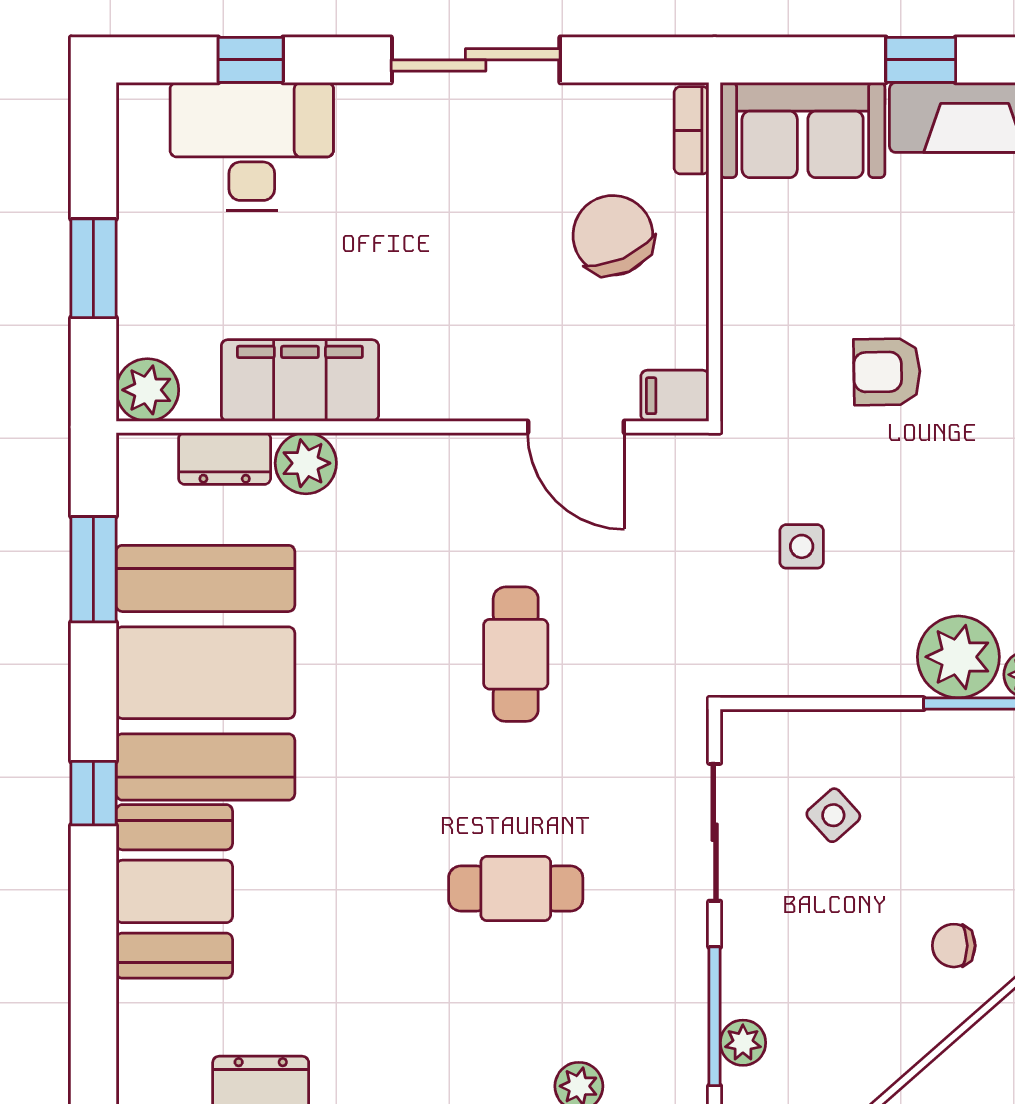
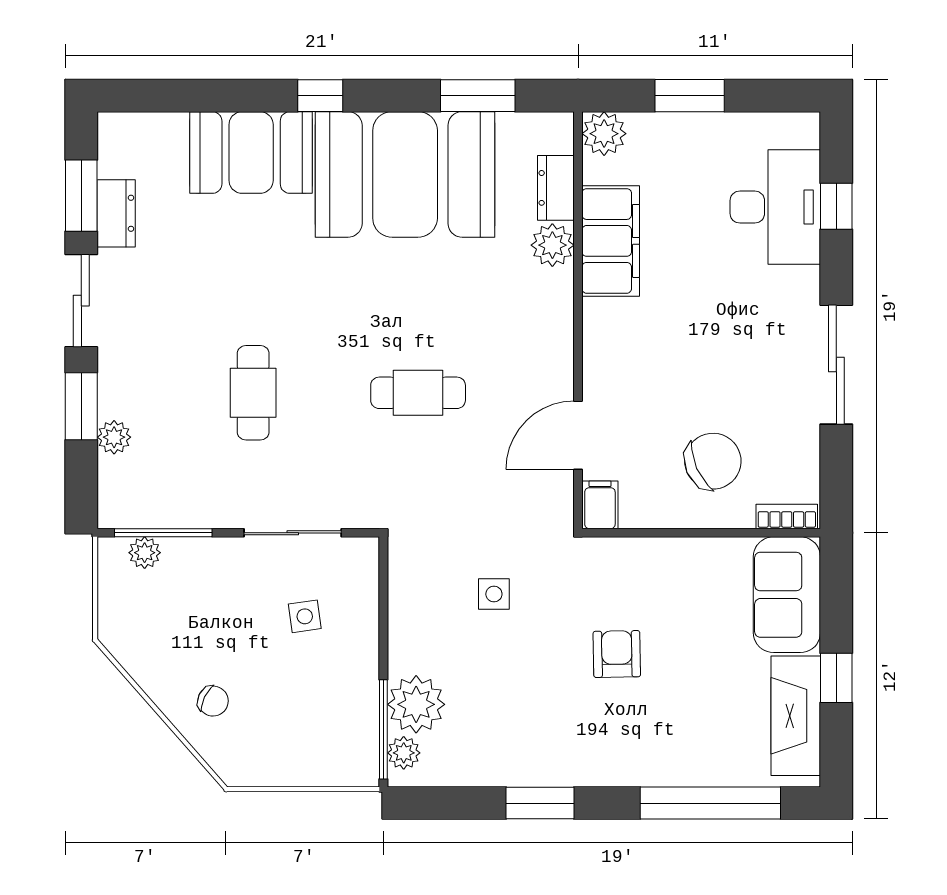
side table: (833, 815) -> (305, 616), turned 34
chair: (954, 946) -> (213, 701), turned 116

